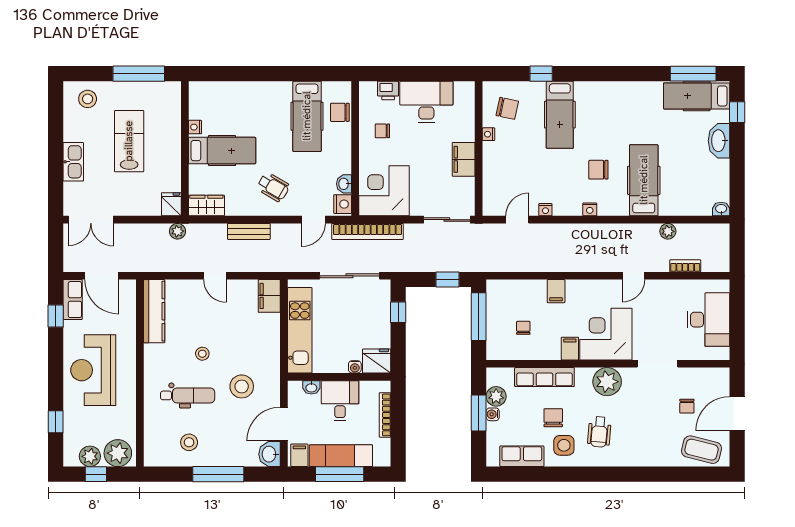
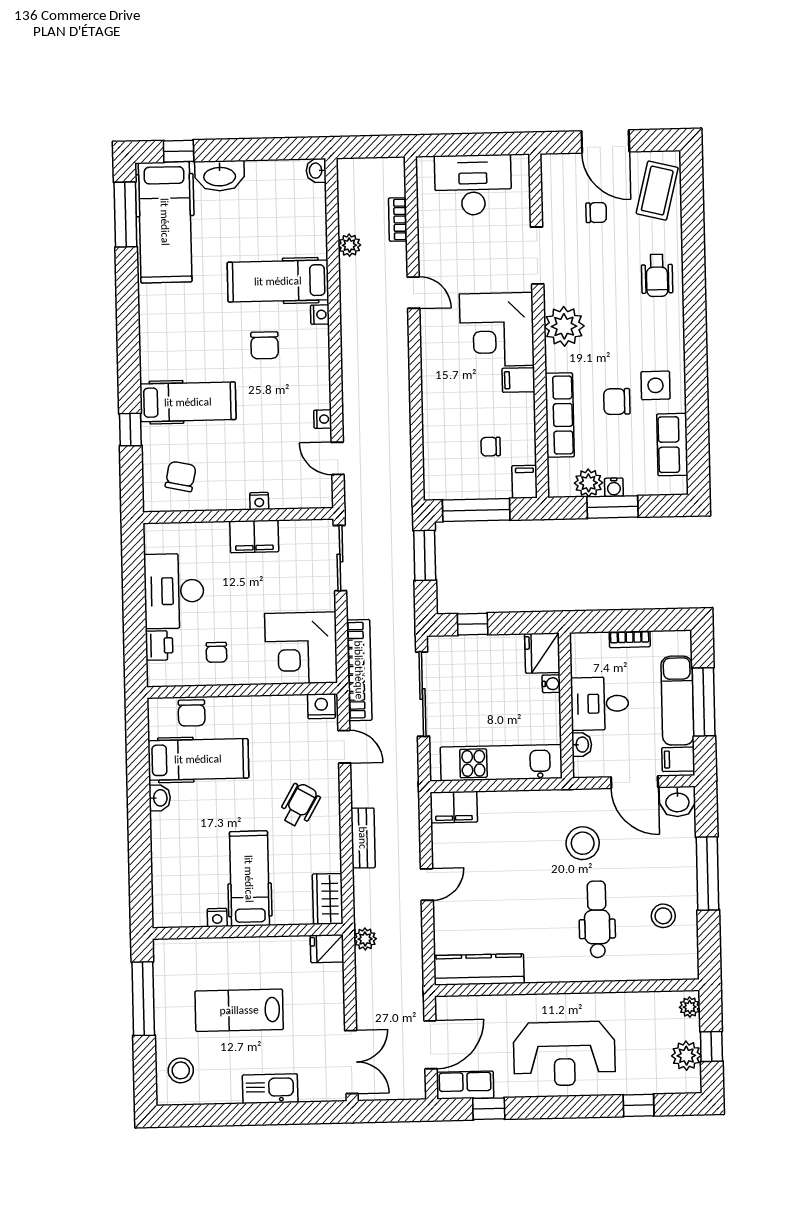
hospital bed: (697, 96) -> (165, 222), width x1.37, depth x1.29
nightstand: (489, 134) -> (259, 501), moved
washbasin: (344, 184) -> (160, 798), moved, turned -90
nightstand: (590, 209) -> (320, 315), moved
window: (448, 279) -> (425, 555), width x1.50
filing cabinet: (556, 291) -> (525, 482), moved, turned -90
stool: (202, 354) -> (538, 900), removed
bookcase: (385, 415) -> (630, 639), width x0.64
wheelchair: (599, 432) -> (657, 275), moved, turned 85
plant: (118, 453) -> (690, 1007), width x0.53, depth x0.53

